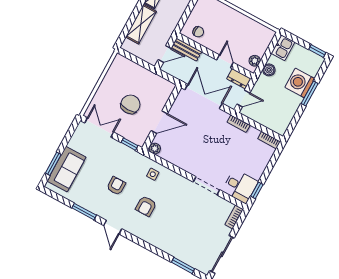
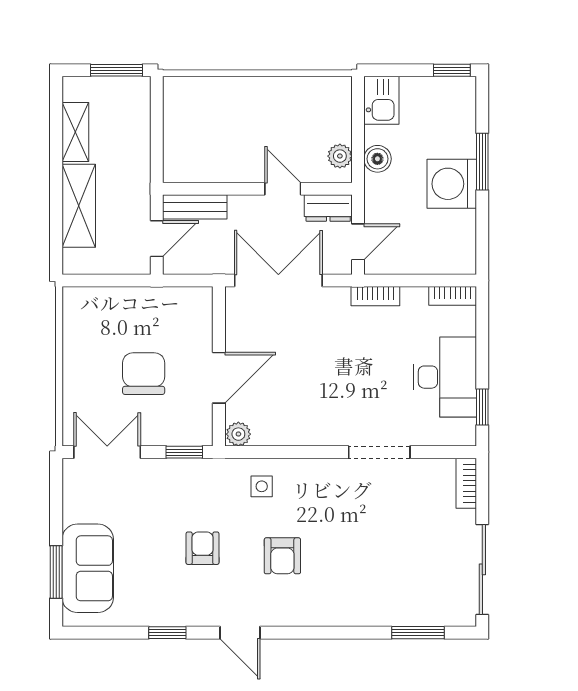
chair: (198, 32) -> (199, 160), removed
washing machine: (300, 83) -> (452, 184), moved
desk: (240, 186) -> (445, 377), moved, width x1.37
window: (84, 212) -> (167, 633), width x0.67

